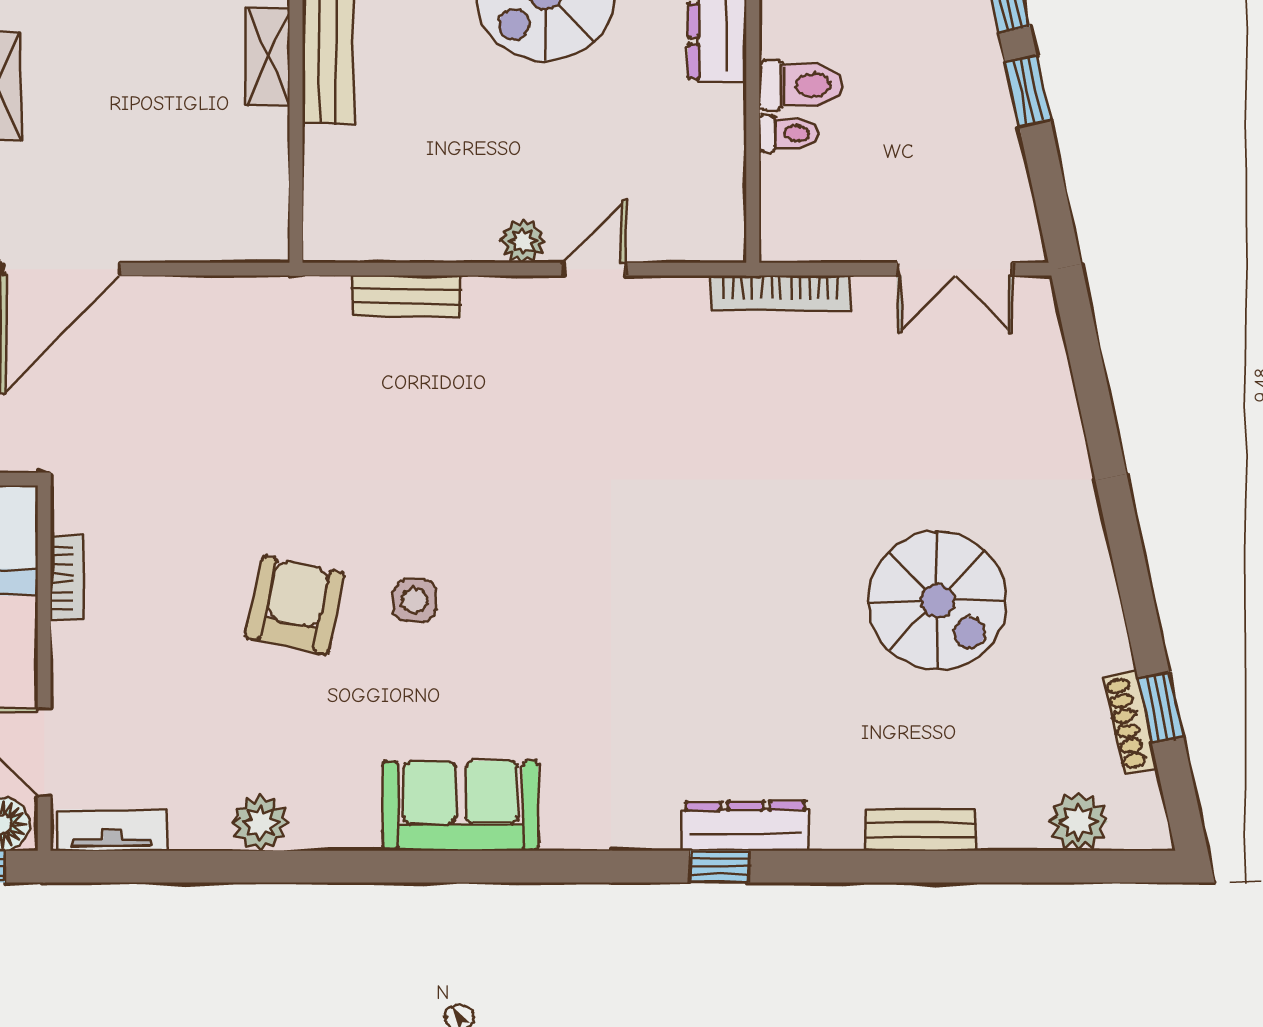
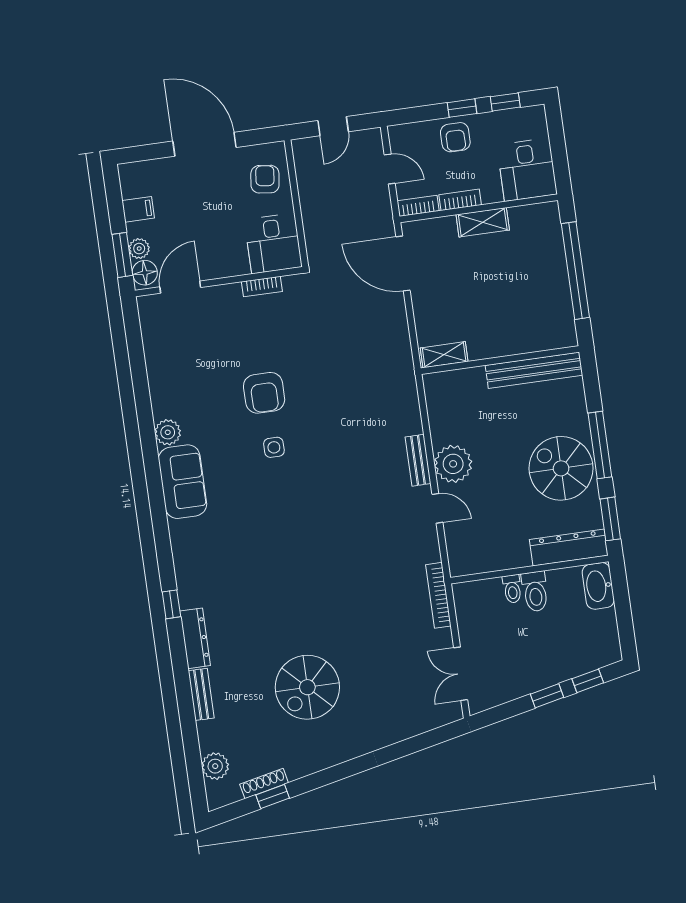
shelving: (268, 57) -> (444, 355), moved
plant: (523, 241) -> (453, 464), width x1.88, depth x1.88
bench: (407, 296) -> (418, 460), moved
armchair: (295, 605) -> (264, 393), turned 78
plant: (260, 823) -> (168, 432), moved
dresser: (745, 826) -> (195, 638), moved
tv unit: (112, 830) -> (149, 323), removed

